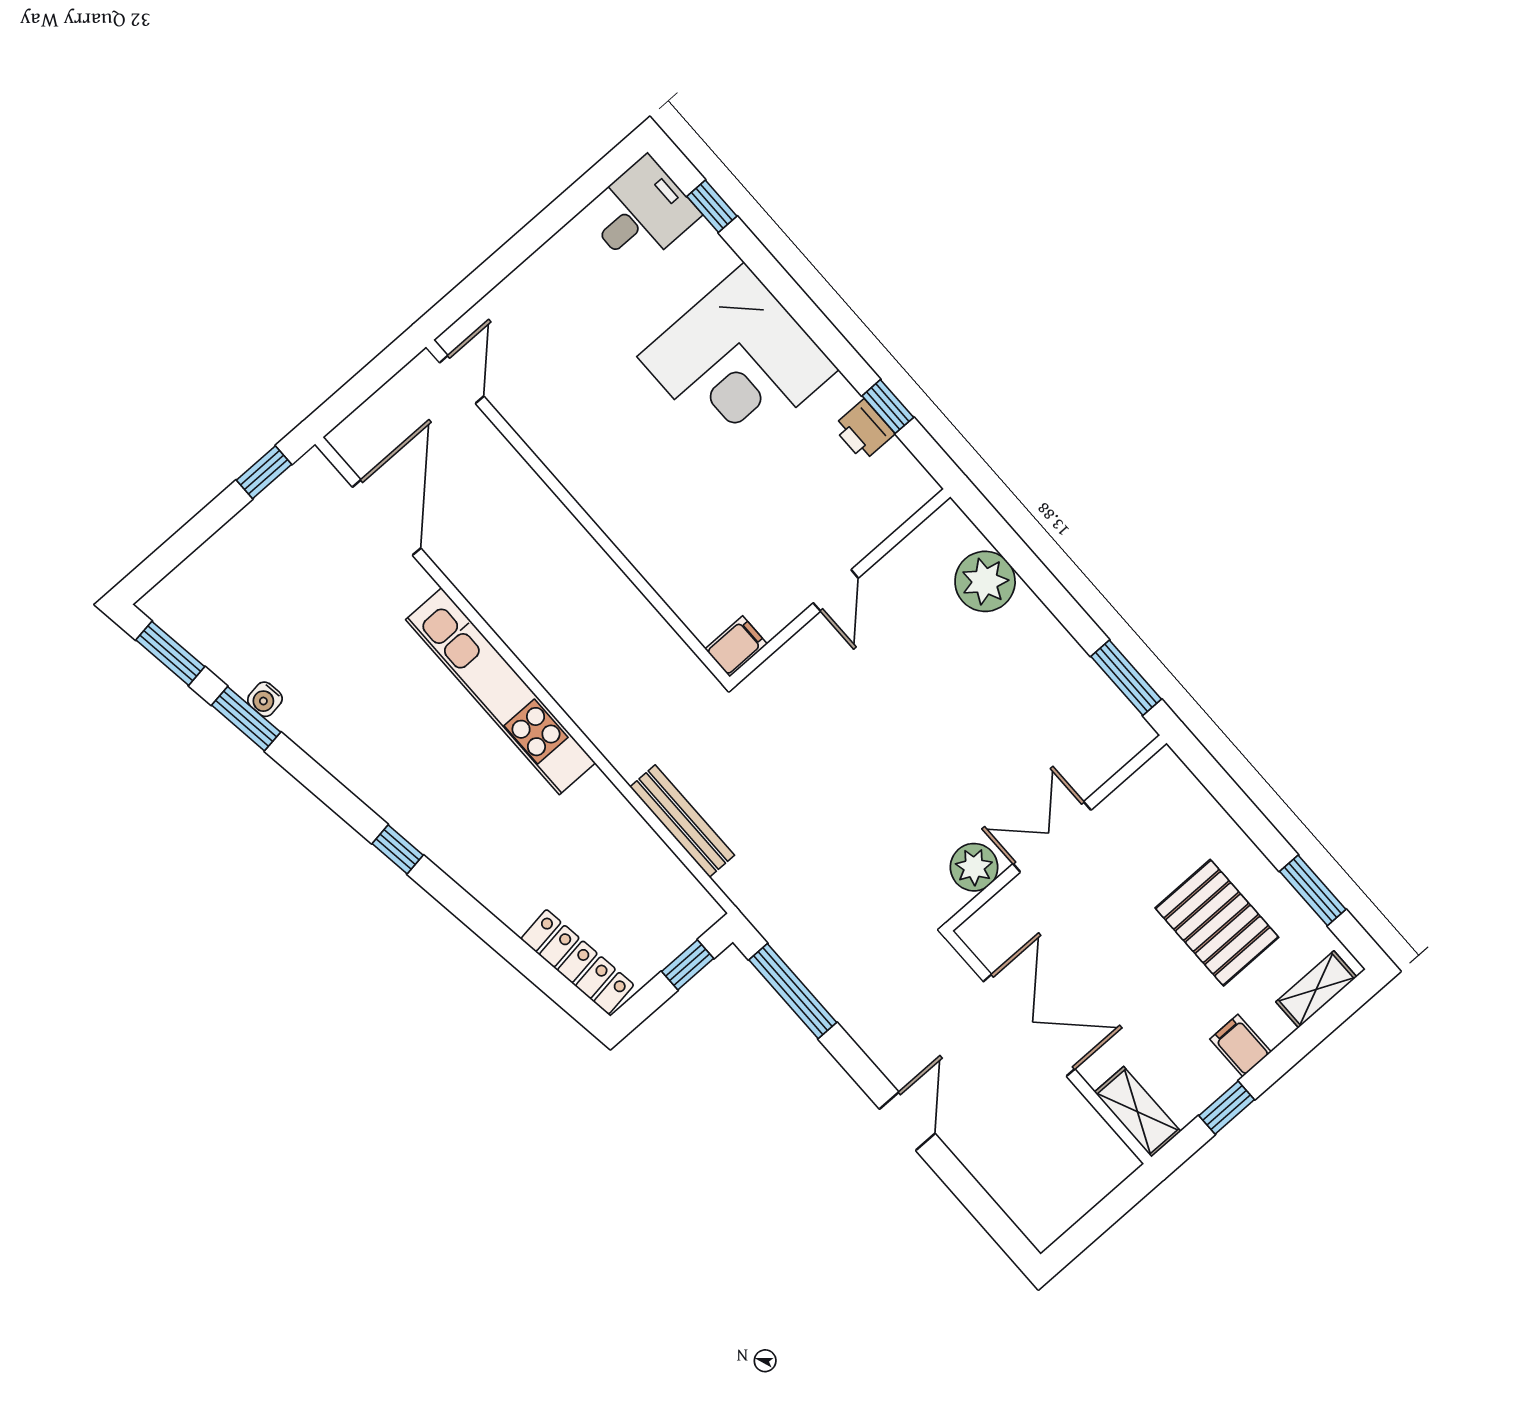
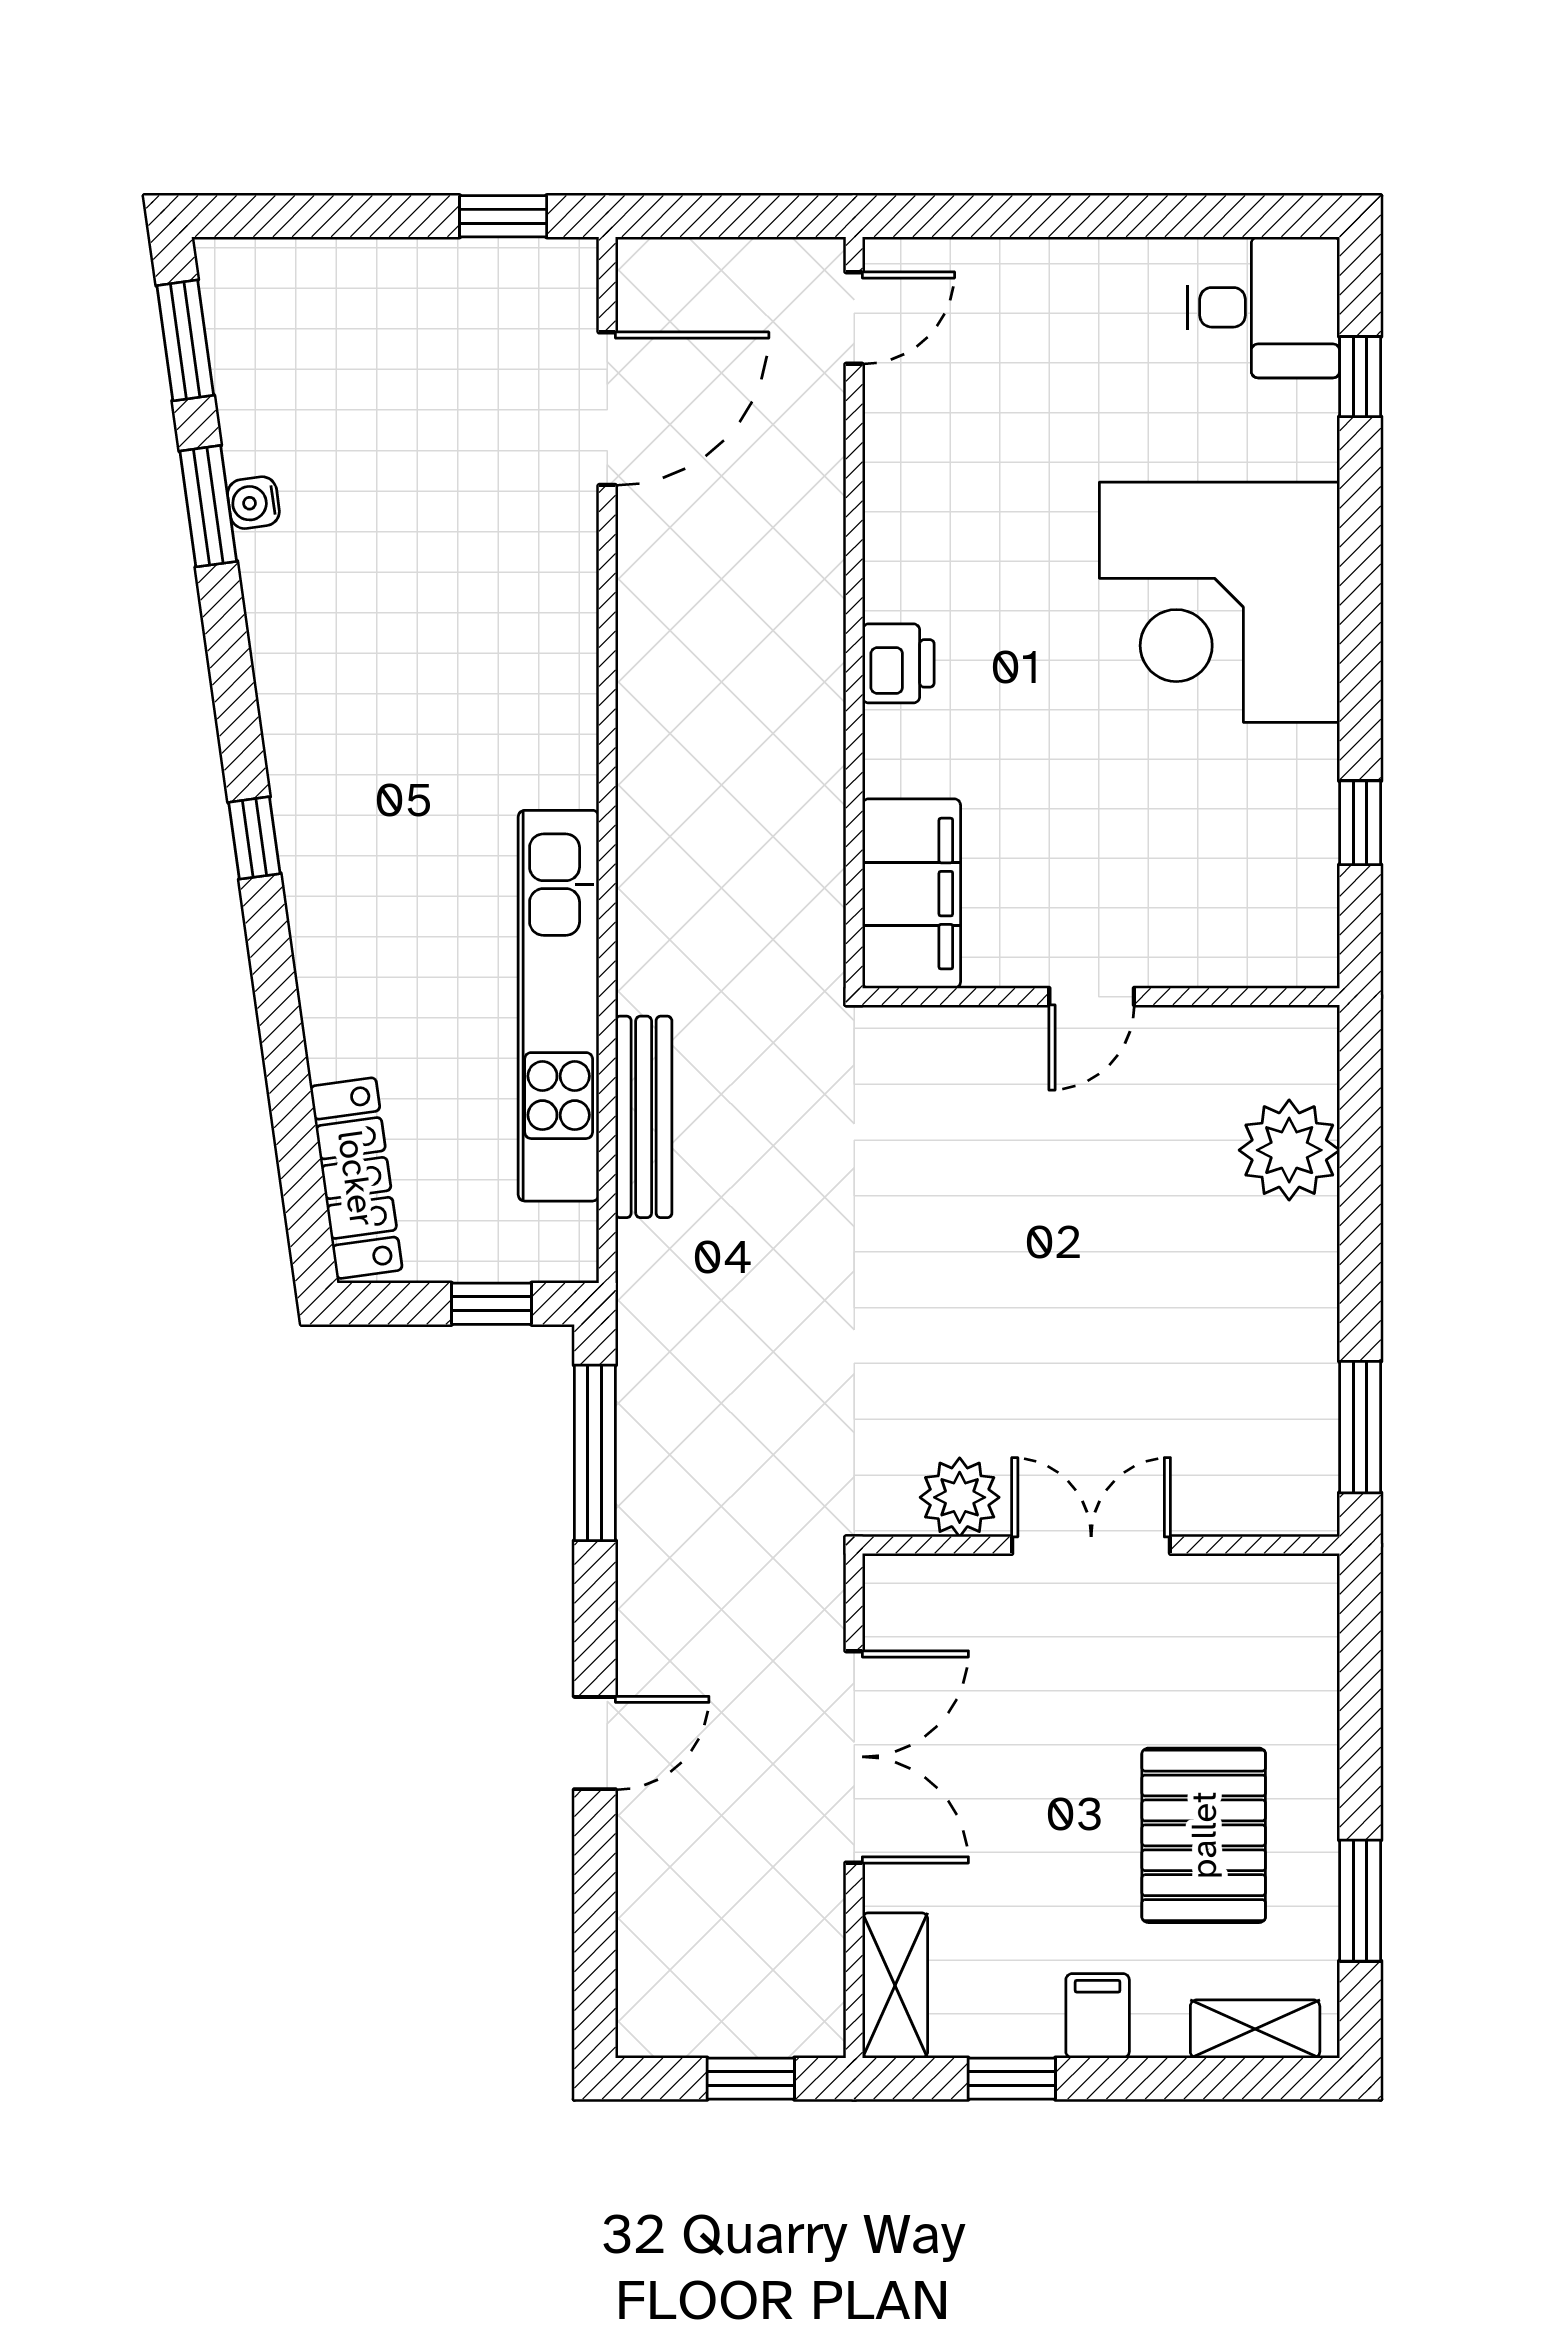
printer: (864, 430) -> (898, 663), moved, turned 180
filing cabinet: (736, 646) -> (911, 894), width x3.00, depth x1.17
kitchen unit: (501, 691) -> (559, 1006), moved
window: (1110, 1210) -> (751, 2079), added

